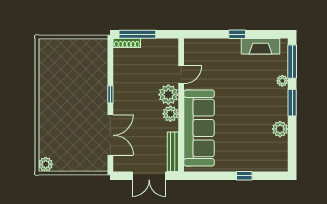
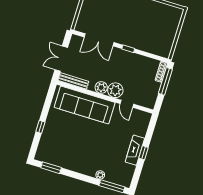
fireplace: (261, 46) -> (135, 150), moved
window: (292, 103) -> (51, 168), moved
plant: (280, 129) -> (66, 163), removed

